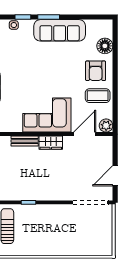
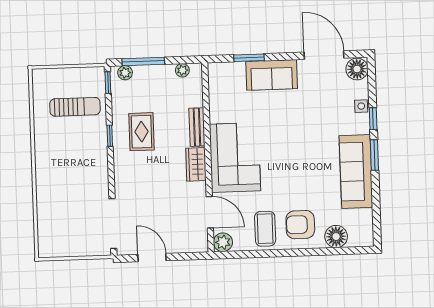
rug: (26, 180) -> (142, 132), added

